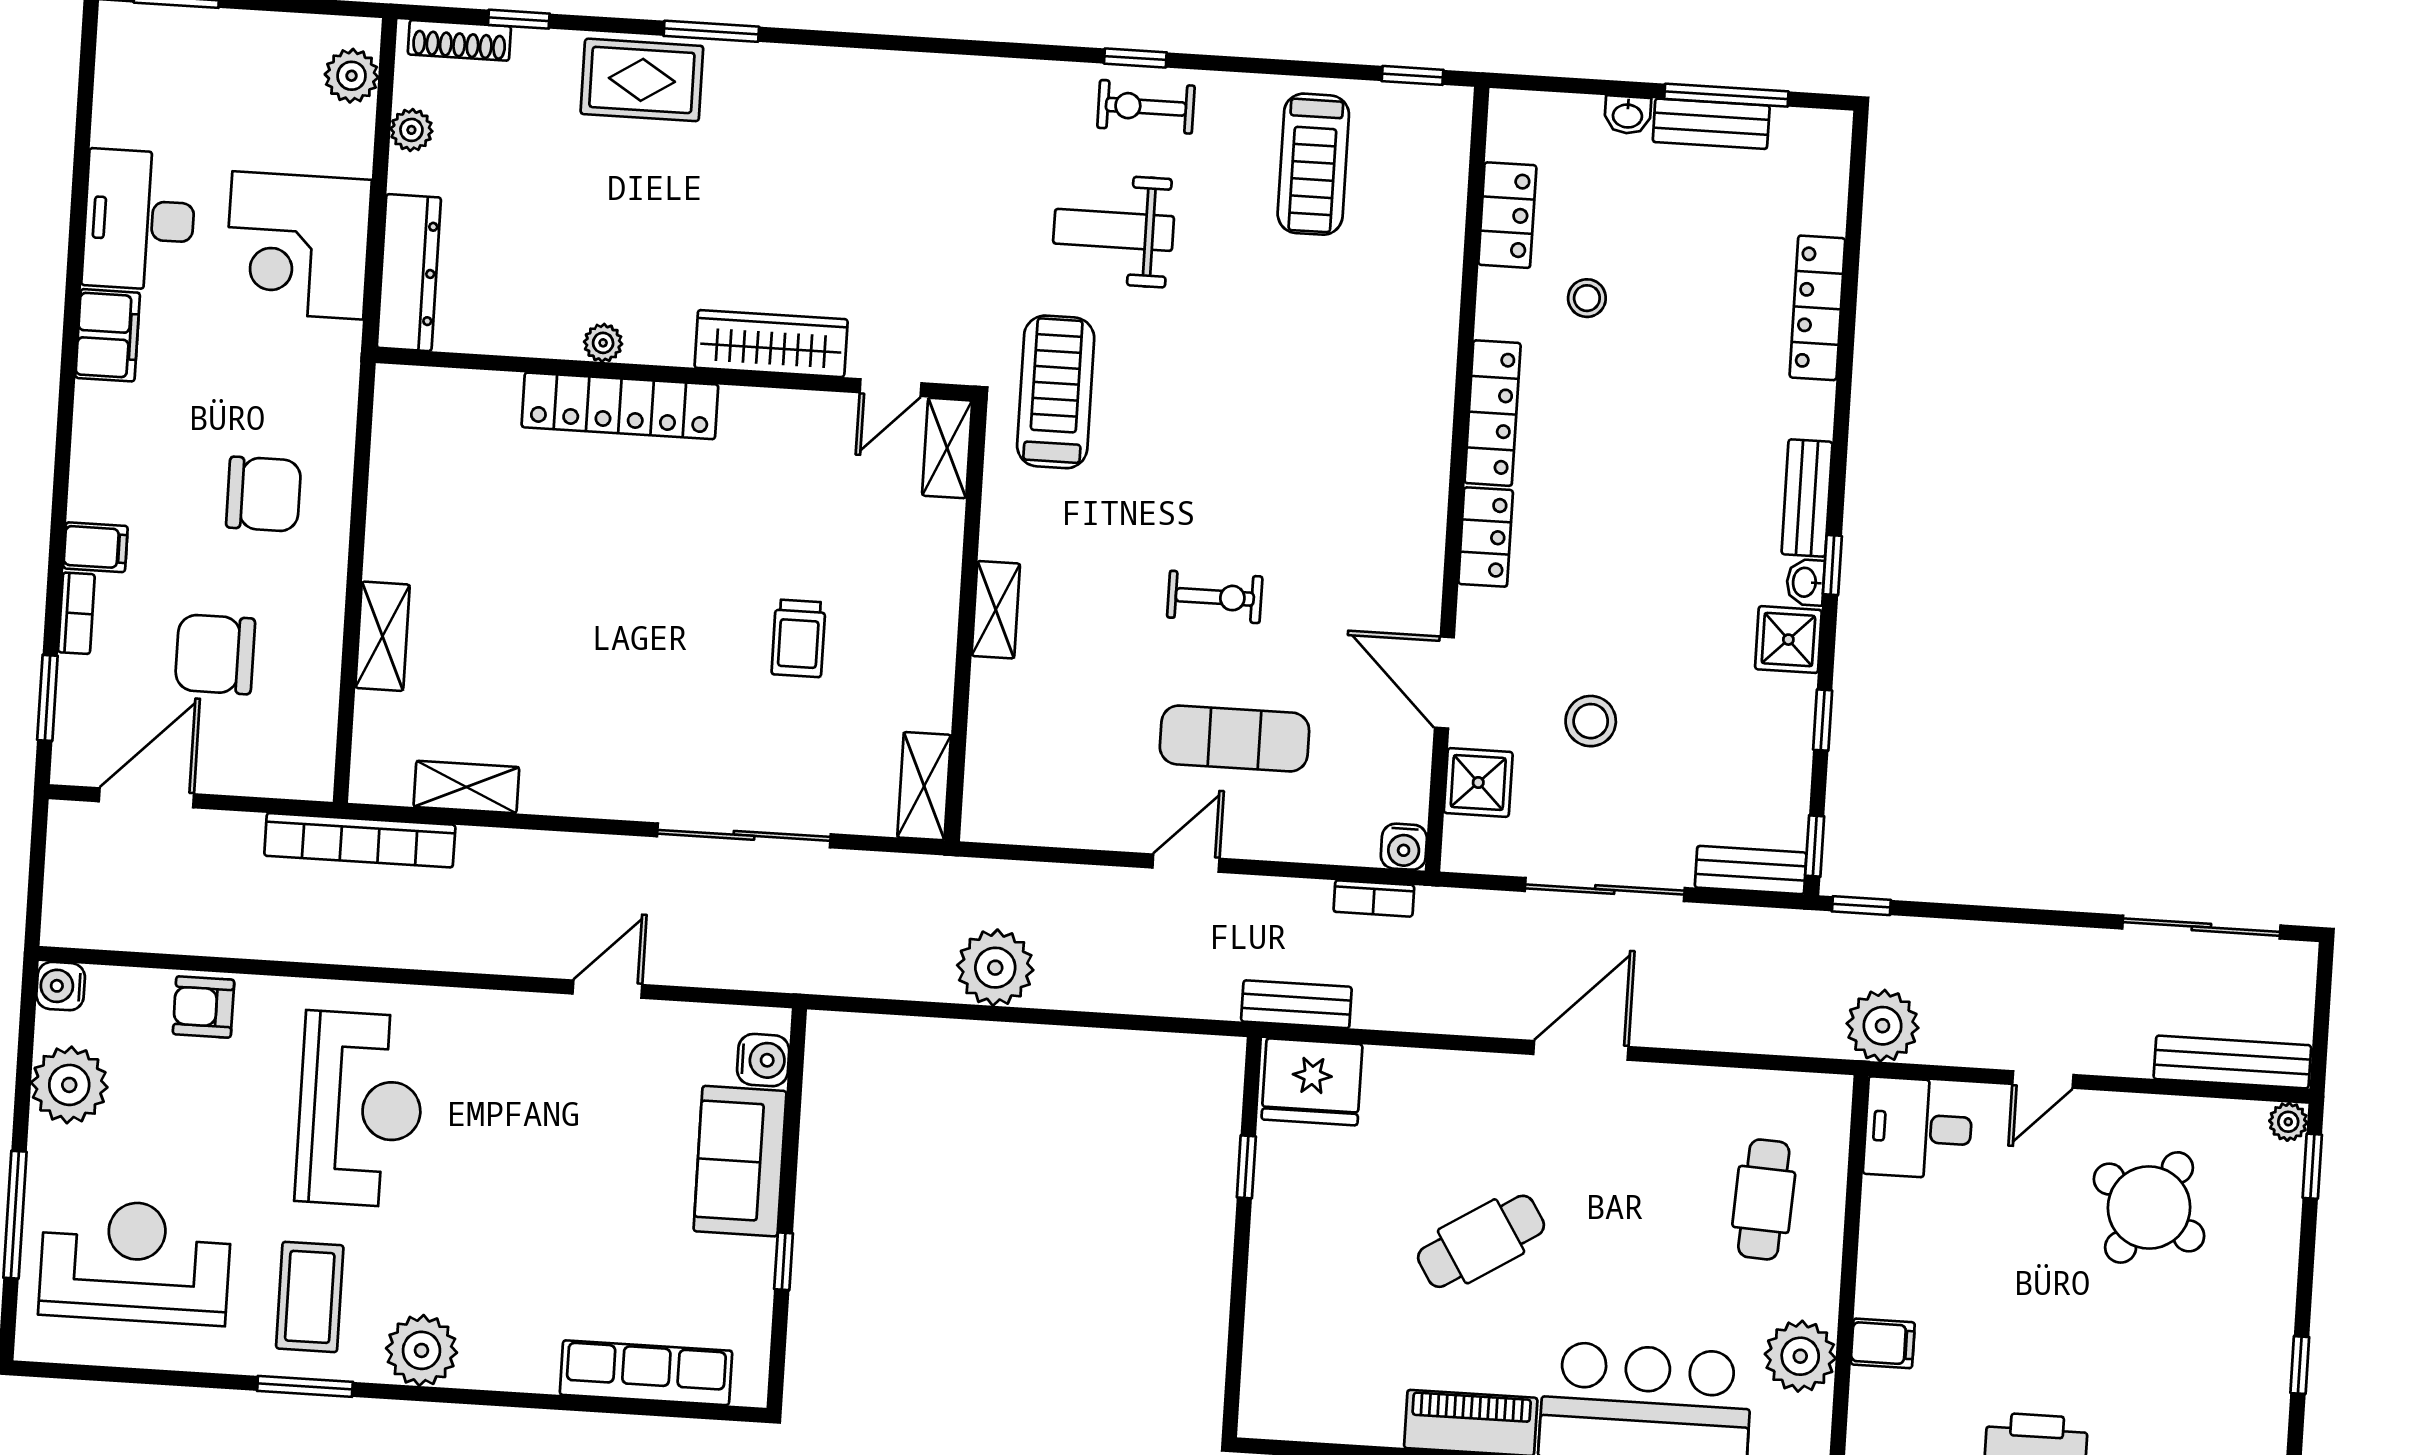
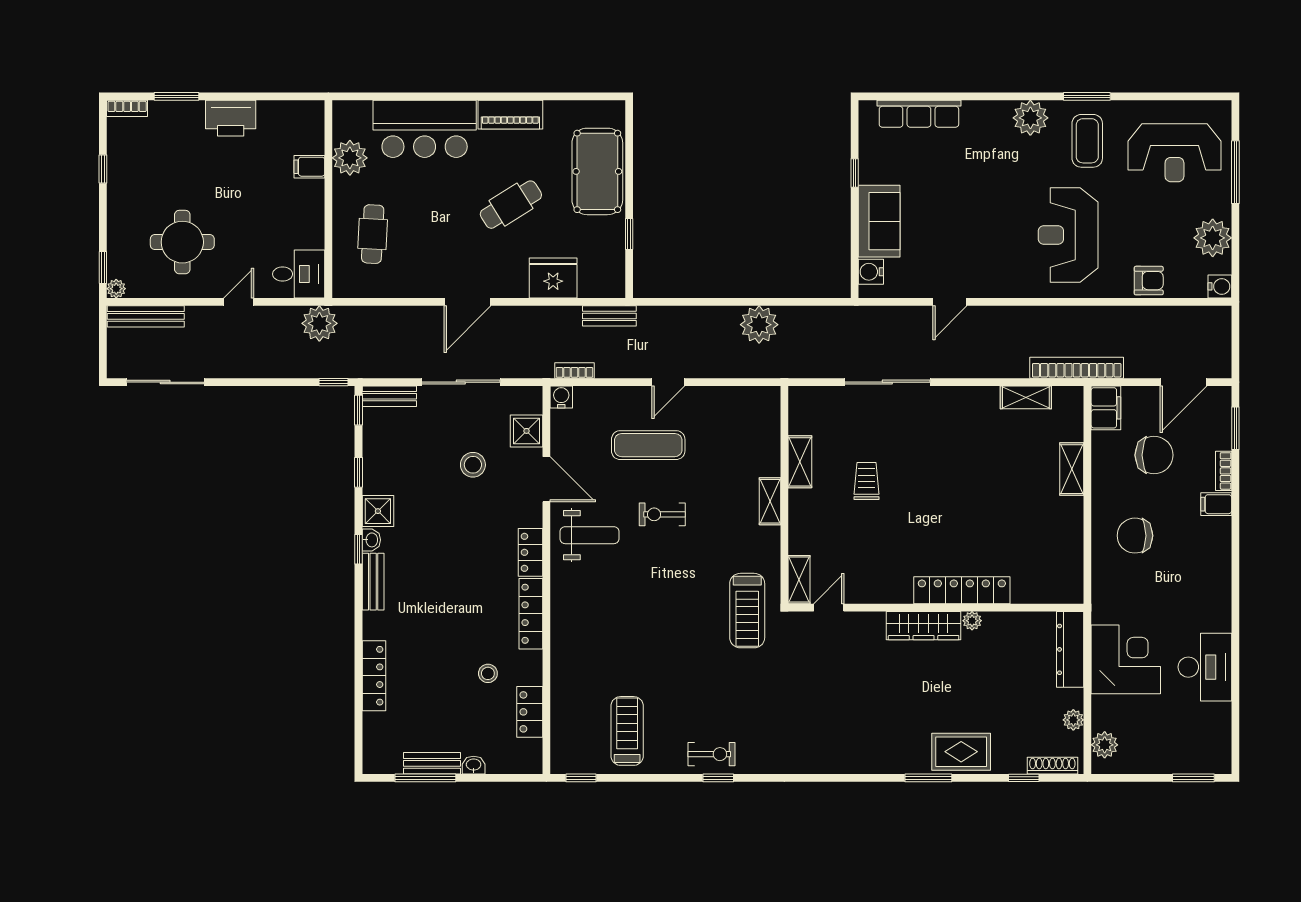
weight bench: (1114, 230) -> (590, 535), moved
filing cabinet: (108, 335) -> (1106, 408), moved, turned 180
wardrobe: (771, 344) -> (924, 626), moved
shelving: (924, 786) -> (800, 462), moved
fridge: (1312, 1082) -> (553, 278), moved
round table: (2149, 1207) -> (182, 242), turned -32
pool table: (1302, 1297) -> (597, 171), added

